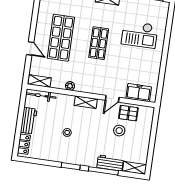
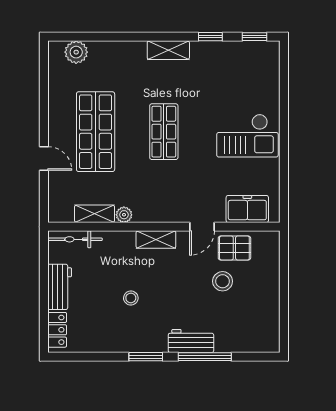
checkout: (140, 35) -> (247, 136), moved
shelving: (40, 81) -> (95, 214), moved
workbench: (110, 163) -> (191, 341), moved
shelving: (135, 168) -> (259, 344), removed

